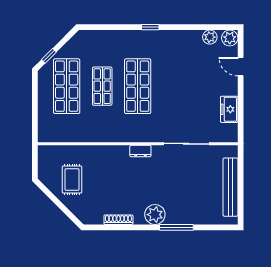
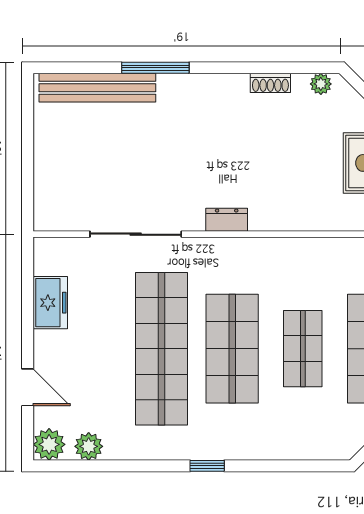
shop shelf: (173, 86) -> (161, 349), added
bench: (230, 187) -> (97, 88), moved, turned 90
plant: (155, 215) -> (321, 84), moved, width x0.53, depth x0.53
shoe rack: (118, 220) -> (270, 83), width x0.70

